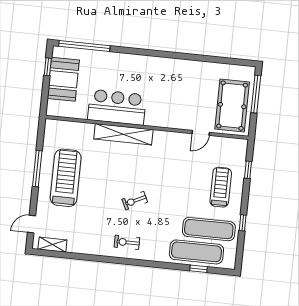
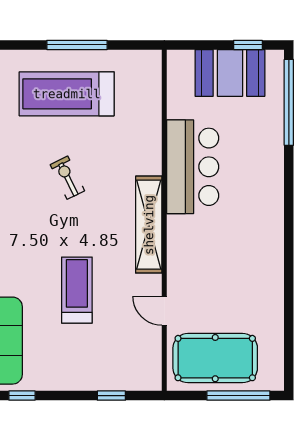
shelving: (123, 134) -> (149, 225), moved
treadmill: (66, 178) -> (67, 94), turned 180
treadmill: (221, 187) -> (77, 290), moved, turned -90
exercise bike: (135, 201) -> (67, 178), moved

